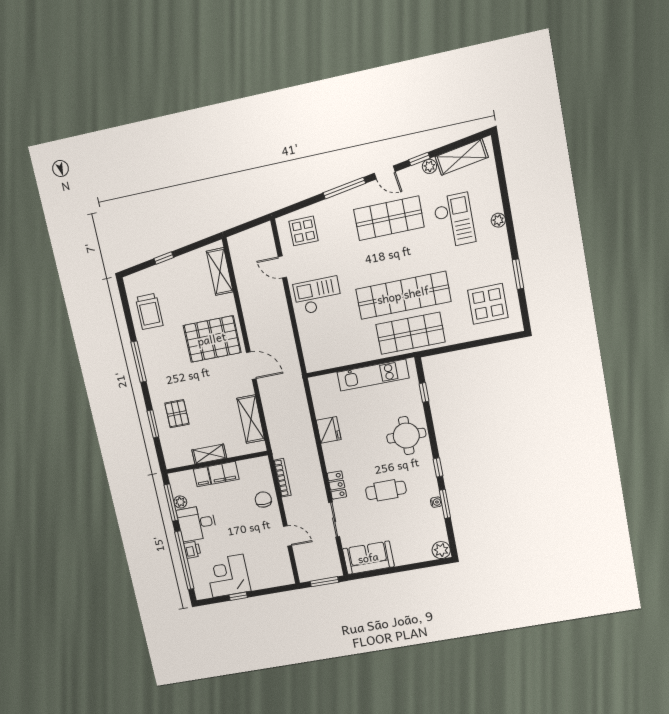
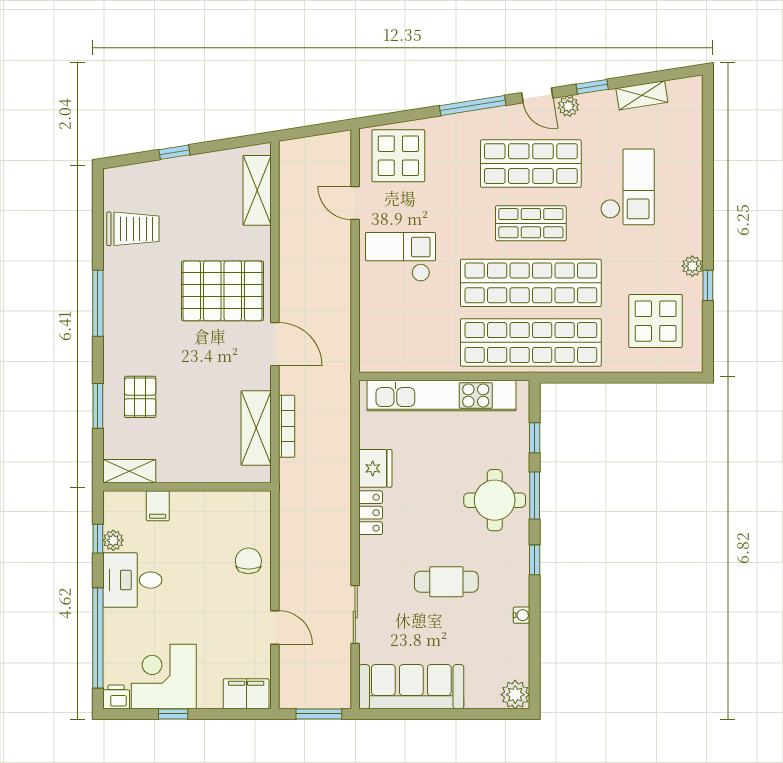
shelving: (462, 157) -> (642, 95), width x0.67, depth x0.75
plant: (429, 166) -> (568, 106), moved
plant: (498, 220) -> (692, 266), moved
display table: (303, 231) -> (398, 156), width x1.36, depth x1.36
shop shelf: (396, 257) -> (531, 223), added
window: (518, 274) -> (708, 285), width x0.67
trolley: (149, 311) -> (133, 229), turned -90
shop shelf: (410, 333) -> (531, 342), width x1.40
kitchen unit: (373, 375) -> (442, 395), width x1.36
shelving: (209, 454) -> (129, 471), moved
filing cabinet: (224, 473) -> (246, 694), moved, turned 180
bookcase: (282, 478) -> (287, 426), moved
locker: (337, 485) -> (371, 513), moved
window: (171, 503) -> (98, 539), width x0.46
window: (445, 504) -> (535, 495), moved
printer: (192, 550) -> (116, 697), moved, turned -90
sofa: (368, 558) -> (411, 687), width x1.36

